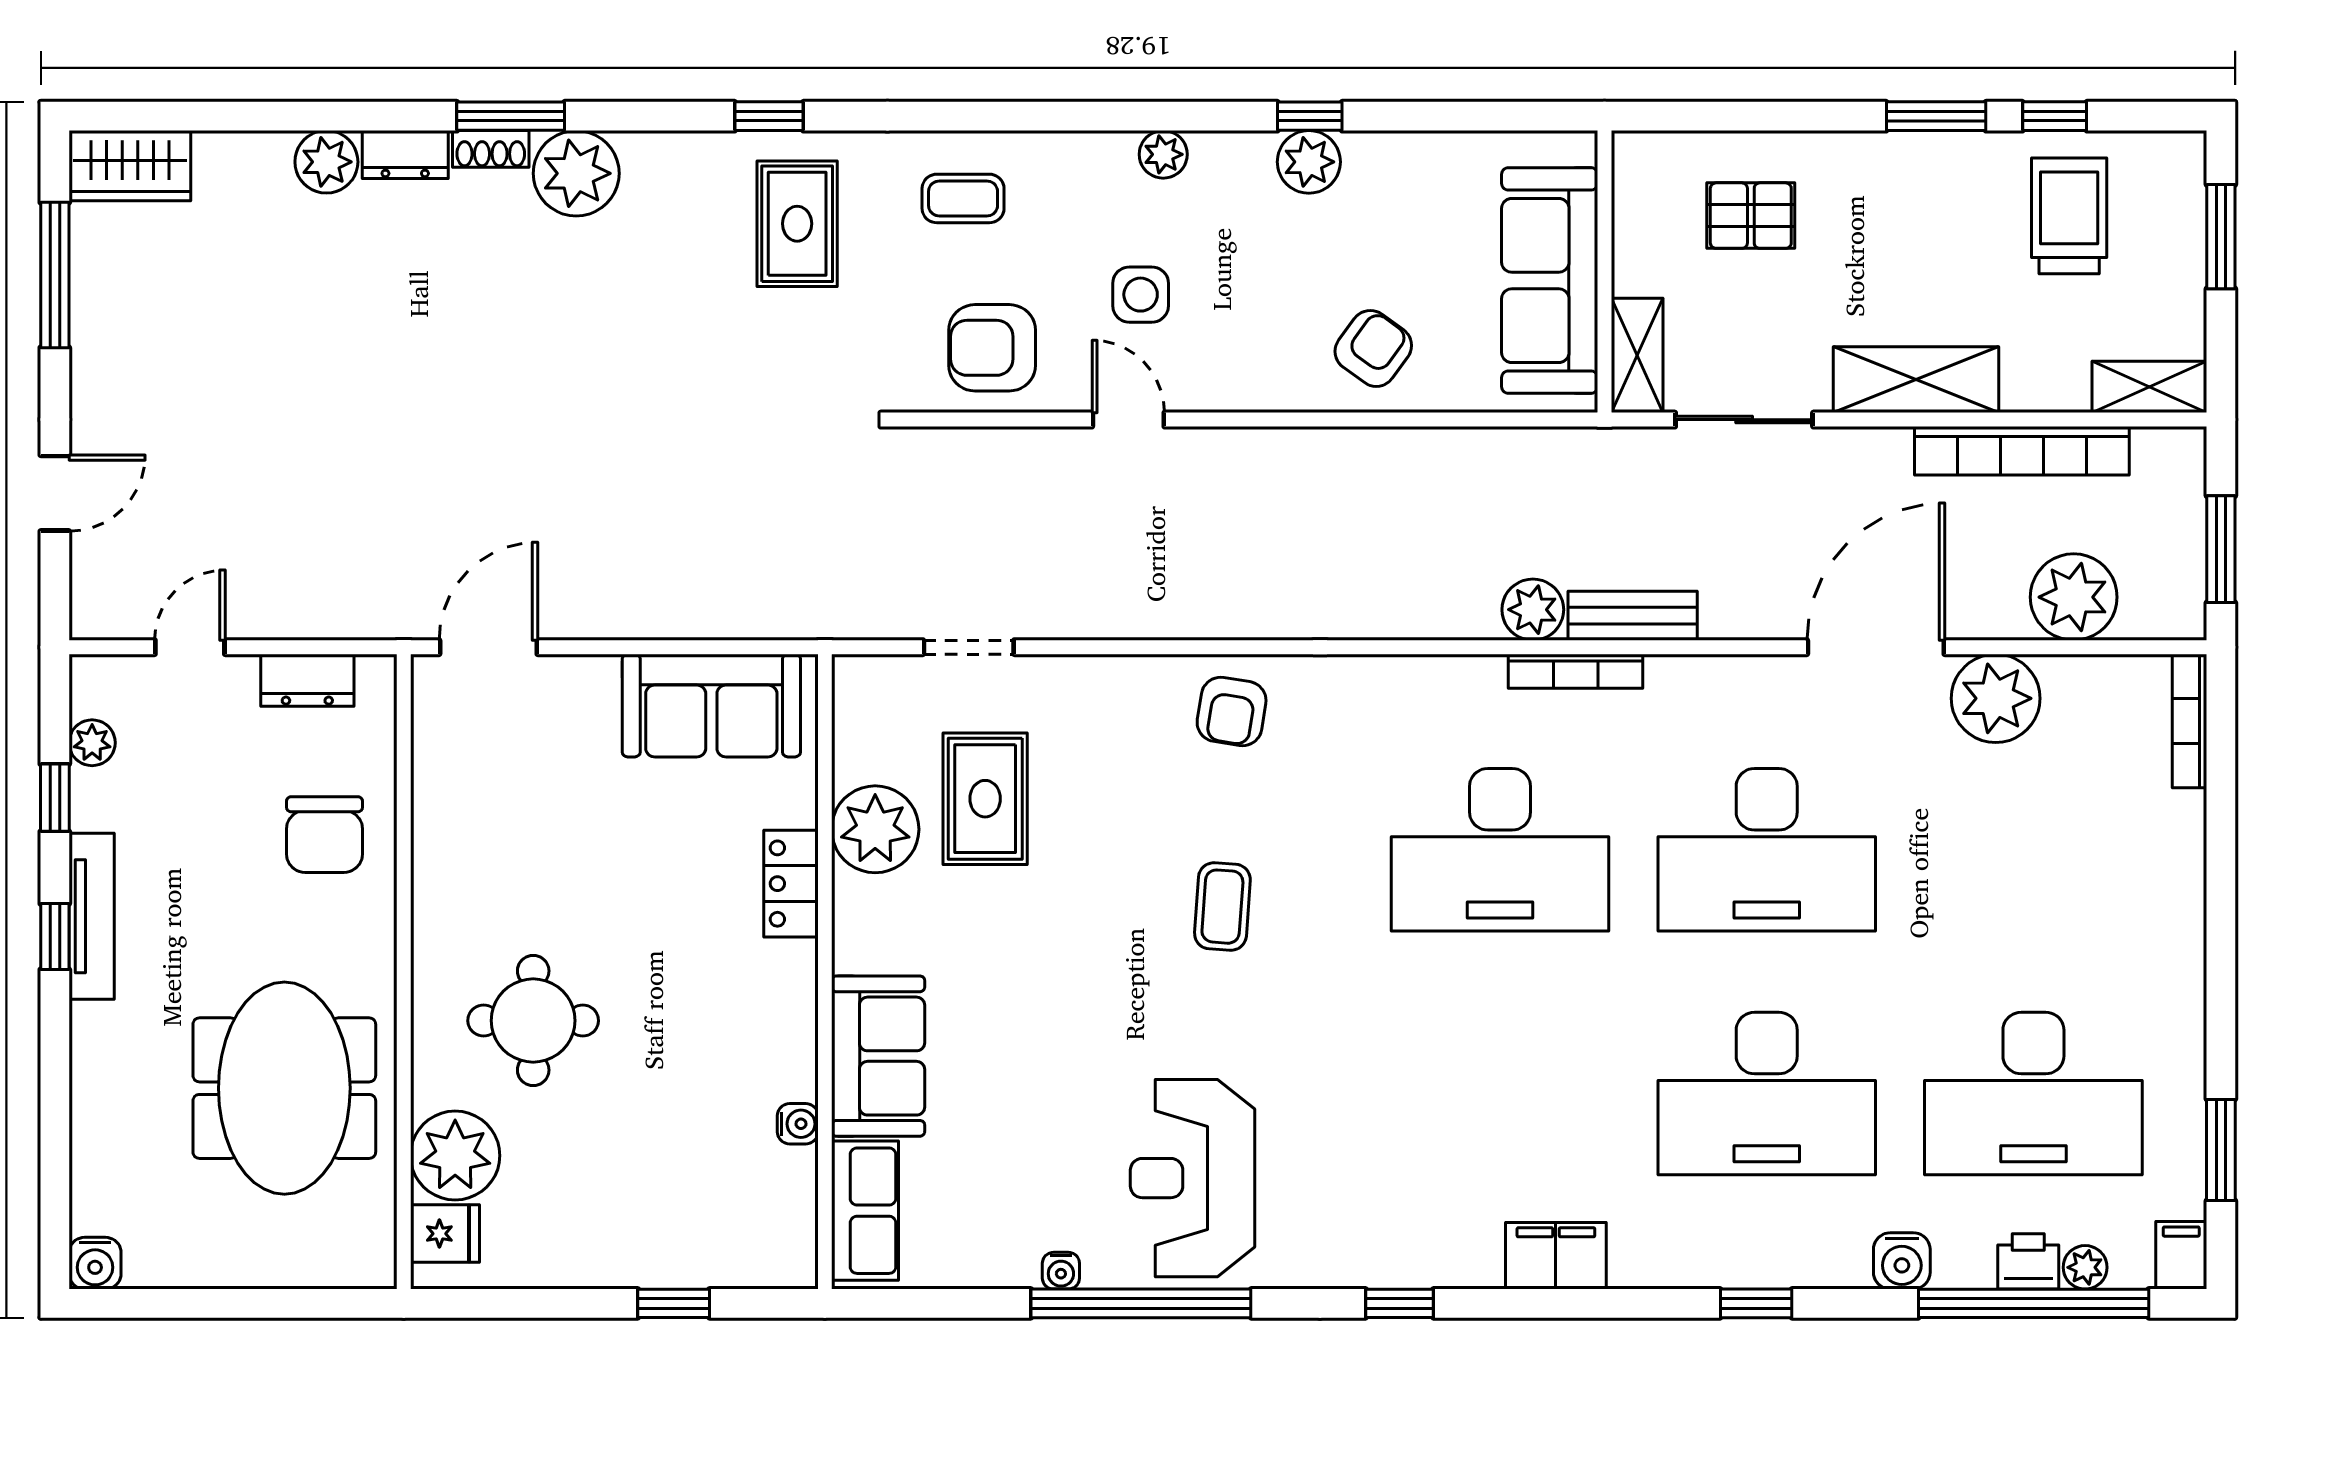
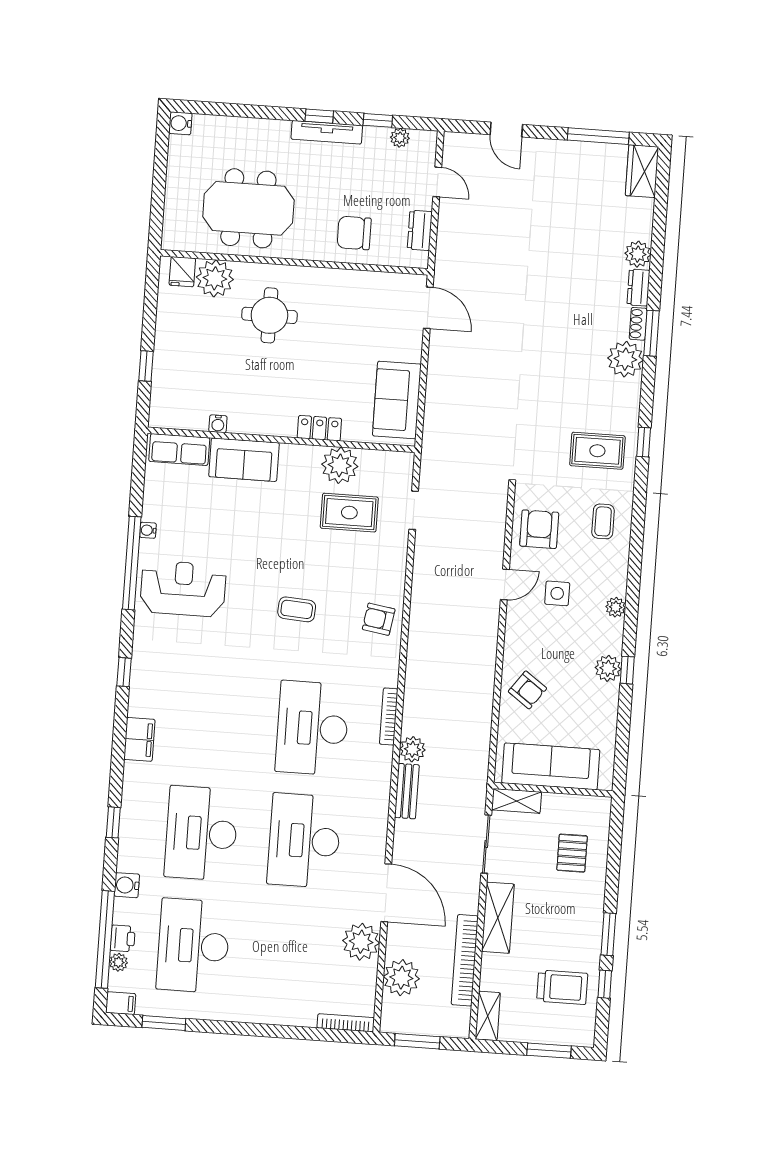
bookcase: (1576, 671) -> (389, 717), moved

